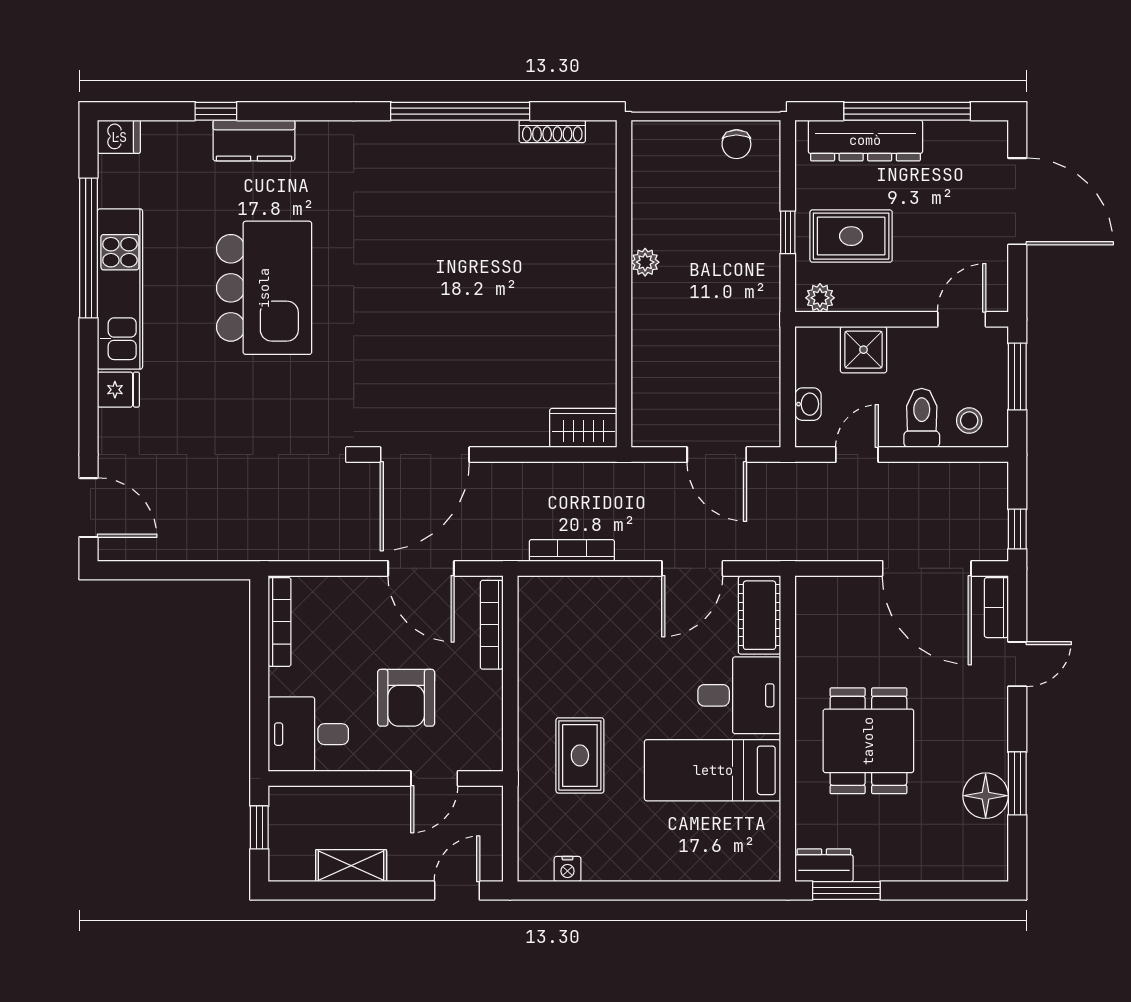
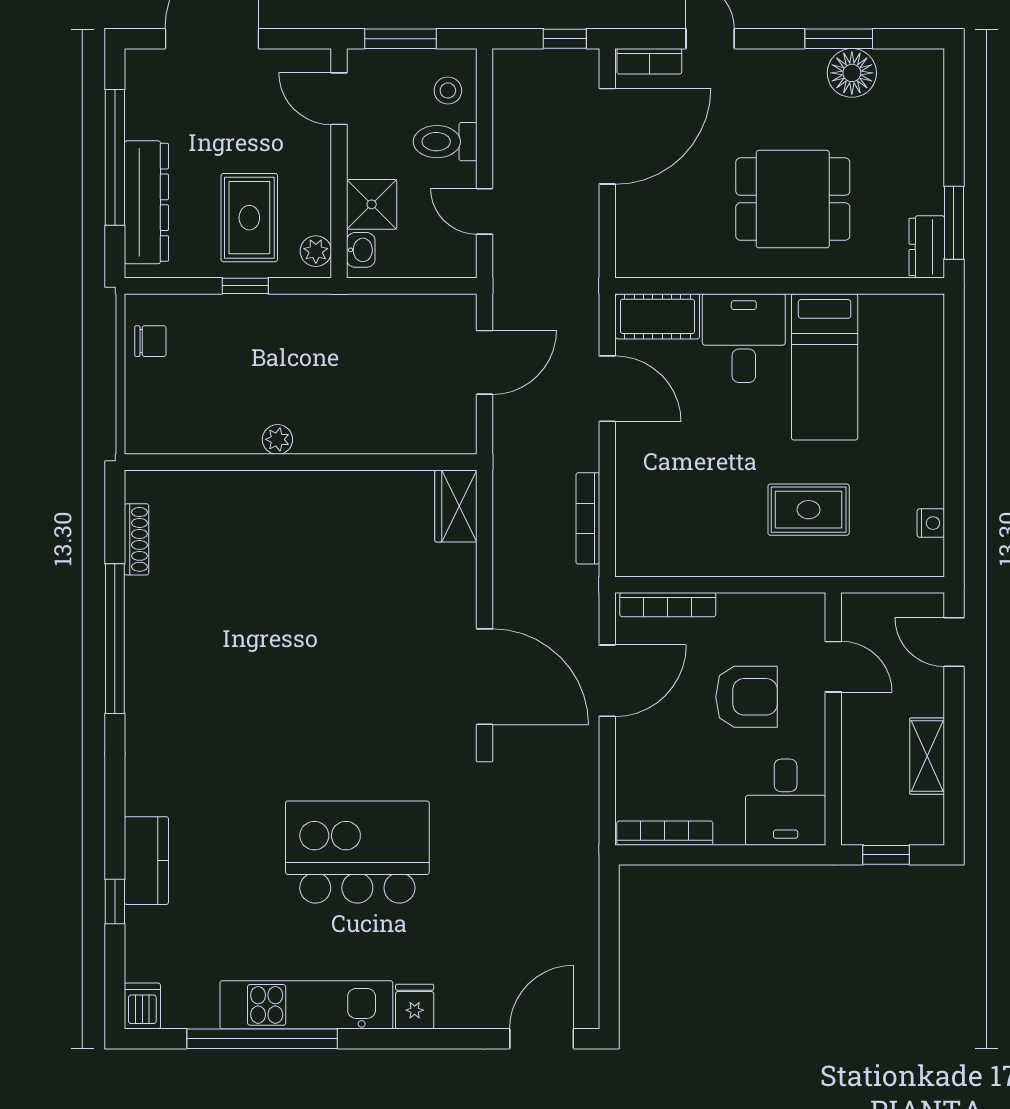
kitchen island: (264, 288) -> (357, 852), moved
washbasin: (808, 404) -> (361, 250), moved, turned 90

